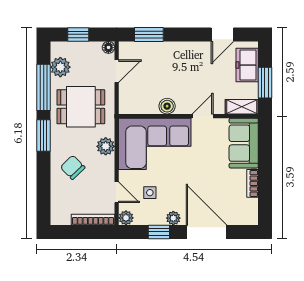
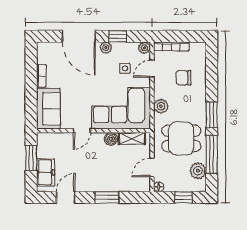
window: (149, 34) -> (107, 197), moved
shelving: (242, 107) -> (132, 138), moved
chair: (73, 167) -> (183, 78), moved, turned 134
door: (117, 192) -> (152, 69), hinge flipped

